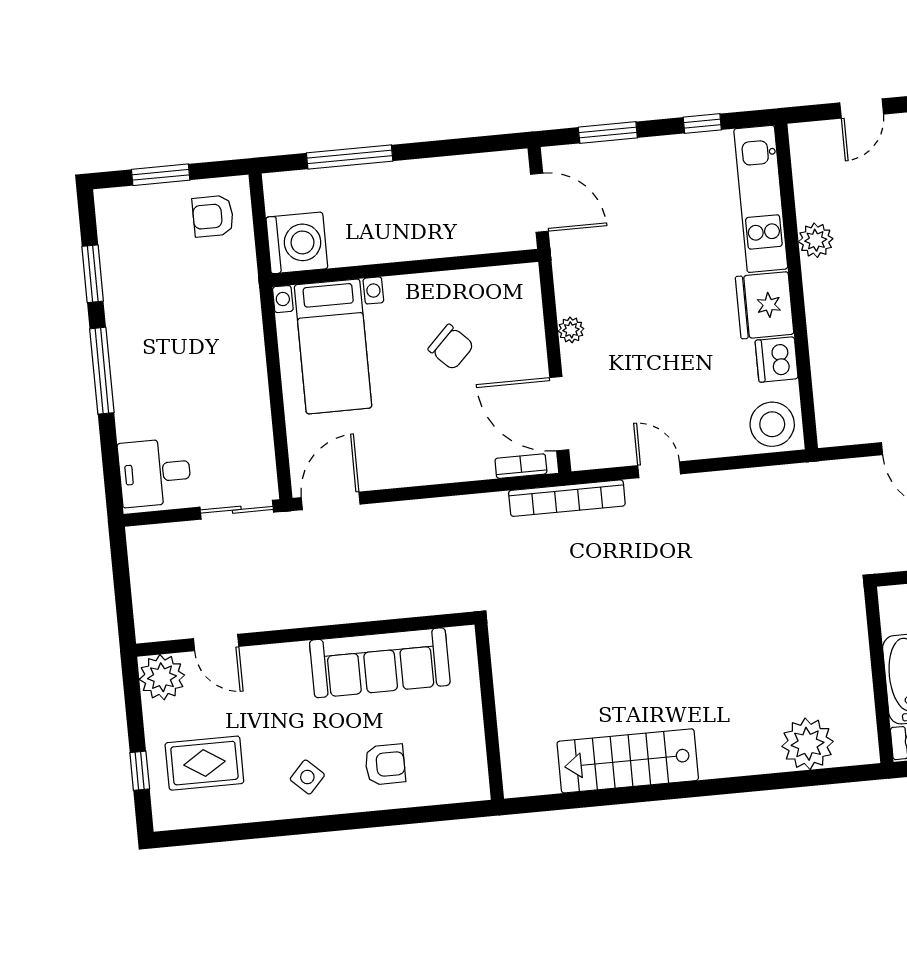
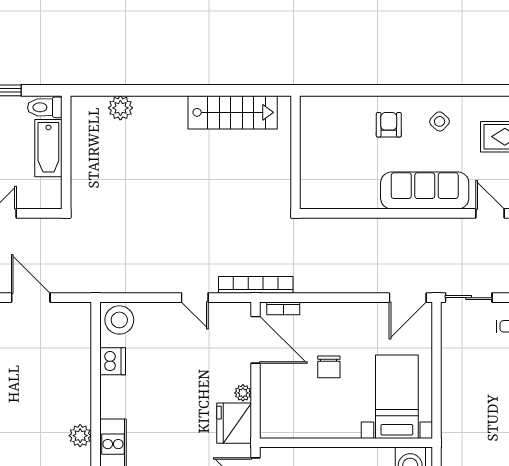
fridge: (765, 305) -> (234, 423), moved, turned 180
chair: (451, 347) -> (329, 367), moved, turned -135
sofa: (380, 663) -> (425, 190), moved
wall: (489, 712) -> (295, 152), moved
plant: (808, 744) -> (120, 108), width x0.73, depth x0.73
armchair: (385, 764) -> (389, 125), turned 90

